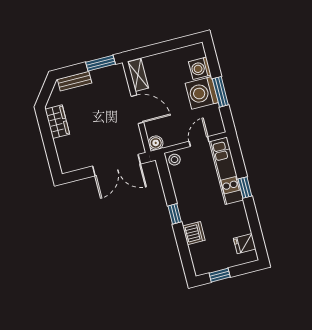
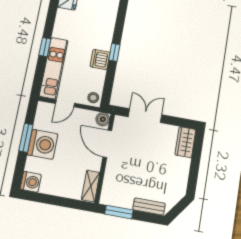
washing machine: (200, 68) -> (31, 182), moved
door: (137, 109) -> (107, 144), moved
wardrobe: (57, 122) -> (185, 142), moved
double door: (117, 165) -> (145, 116), width x0.73
dishwasher: (194, 233) -> (100, 59), moved

